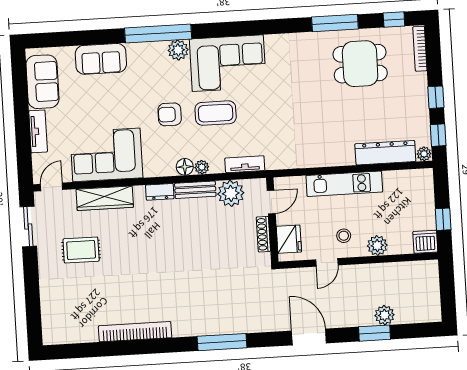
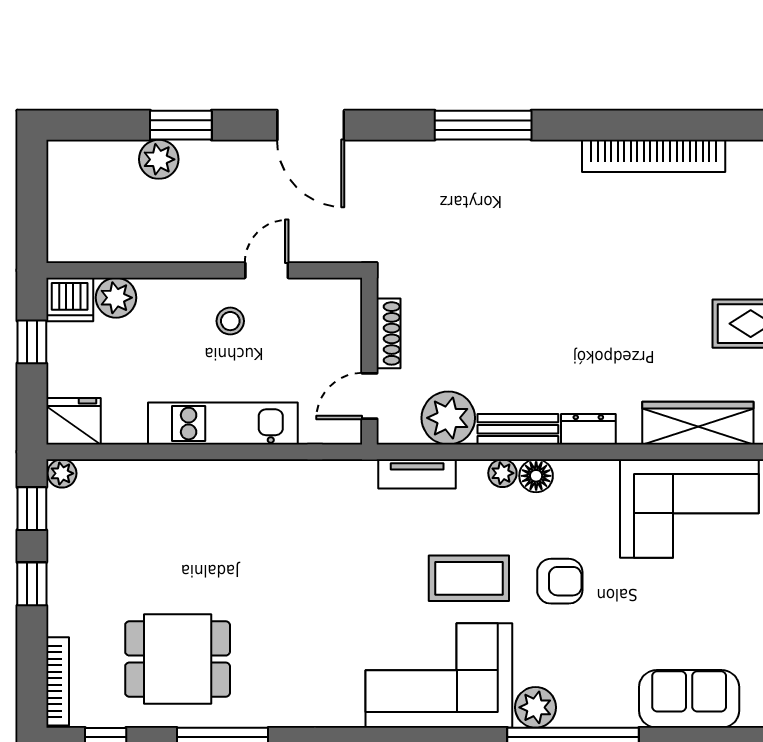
dresser: (385, 153) -> (138, 480), removed
fridge: (289, 239) -> (73, 421), moved, turned 90
plant: (377, 246) -> (116, 298), moved

